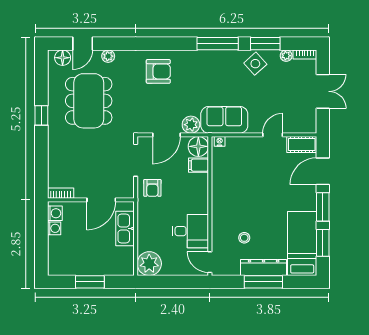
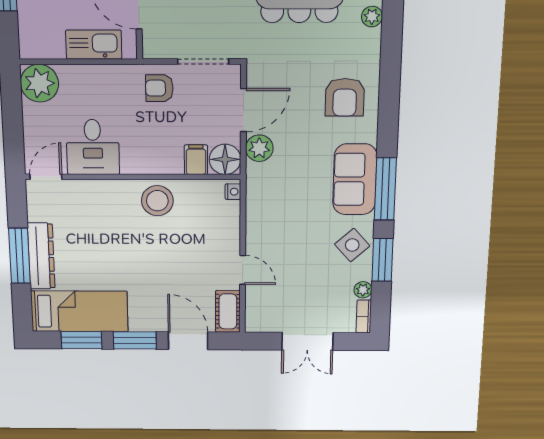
sofa: (224, 120) -> (355, 179), moved, turned 180
door: (166, 135) -> (243, 110), swing flipped
stool: (244, 238) -> (157, 201), moved, width x1.89, depth x1.89

